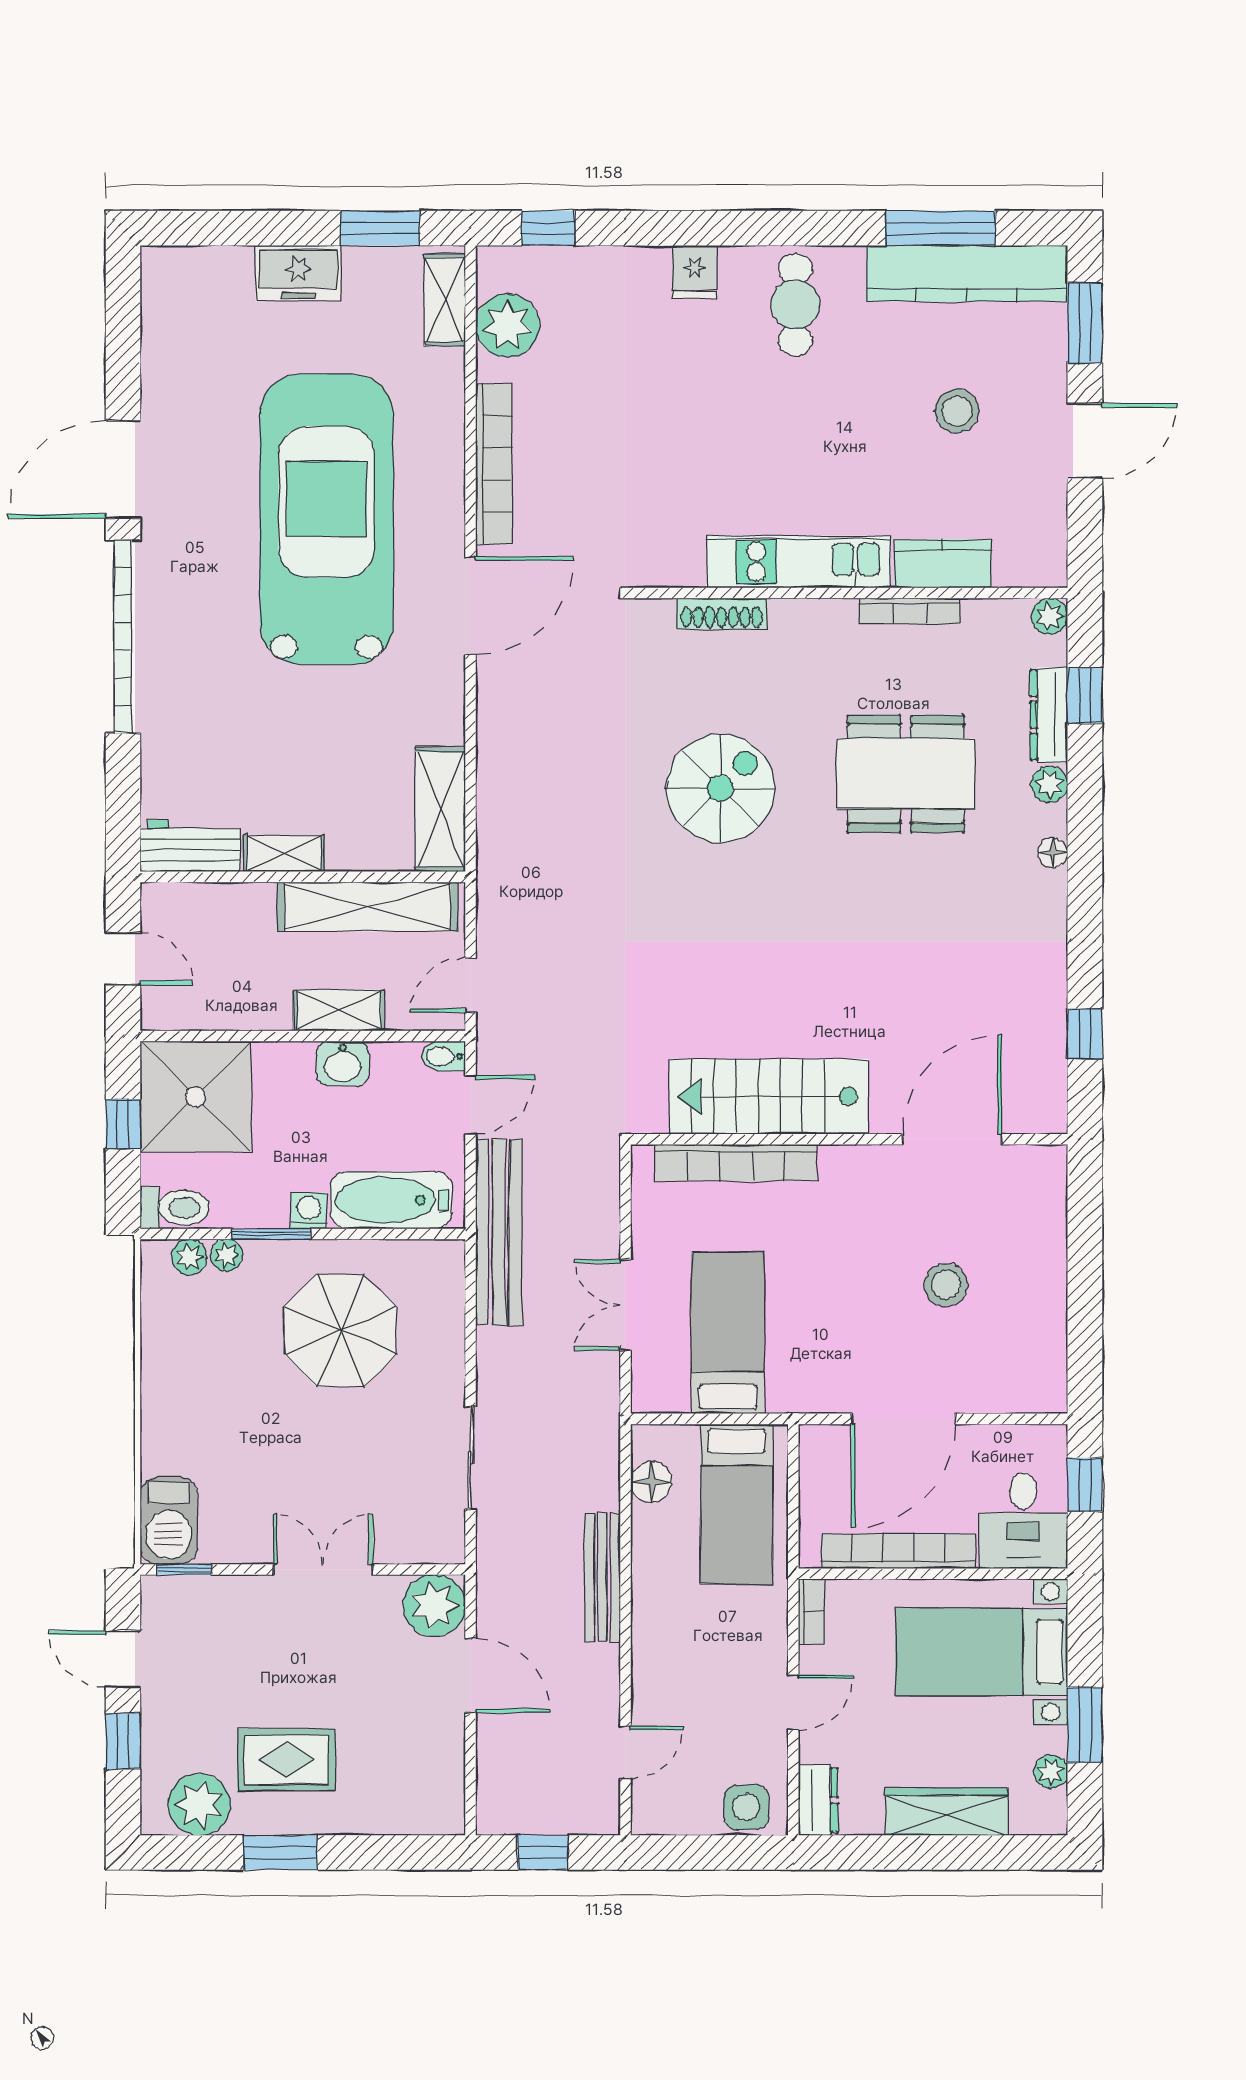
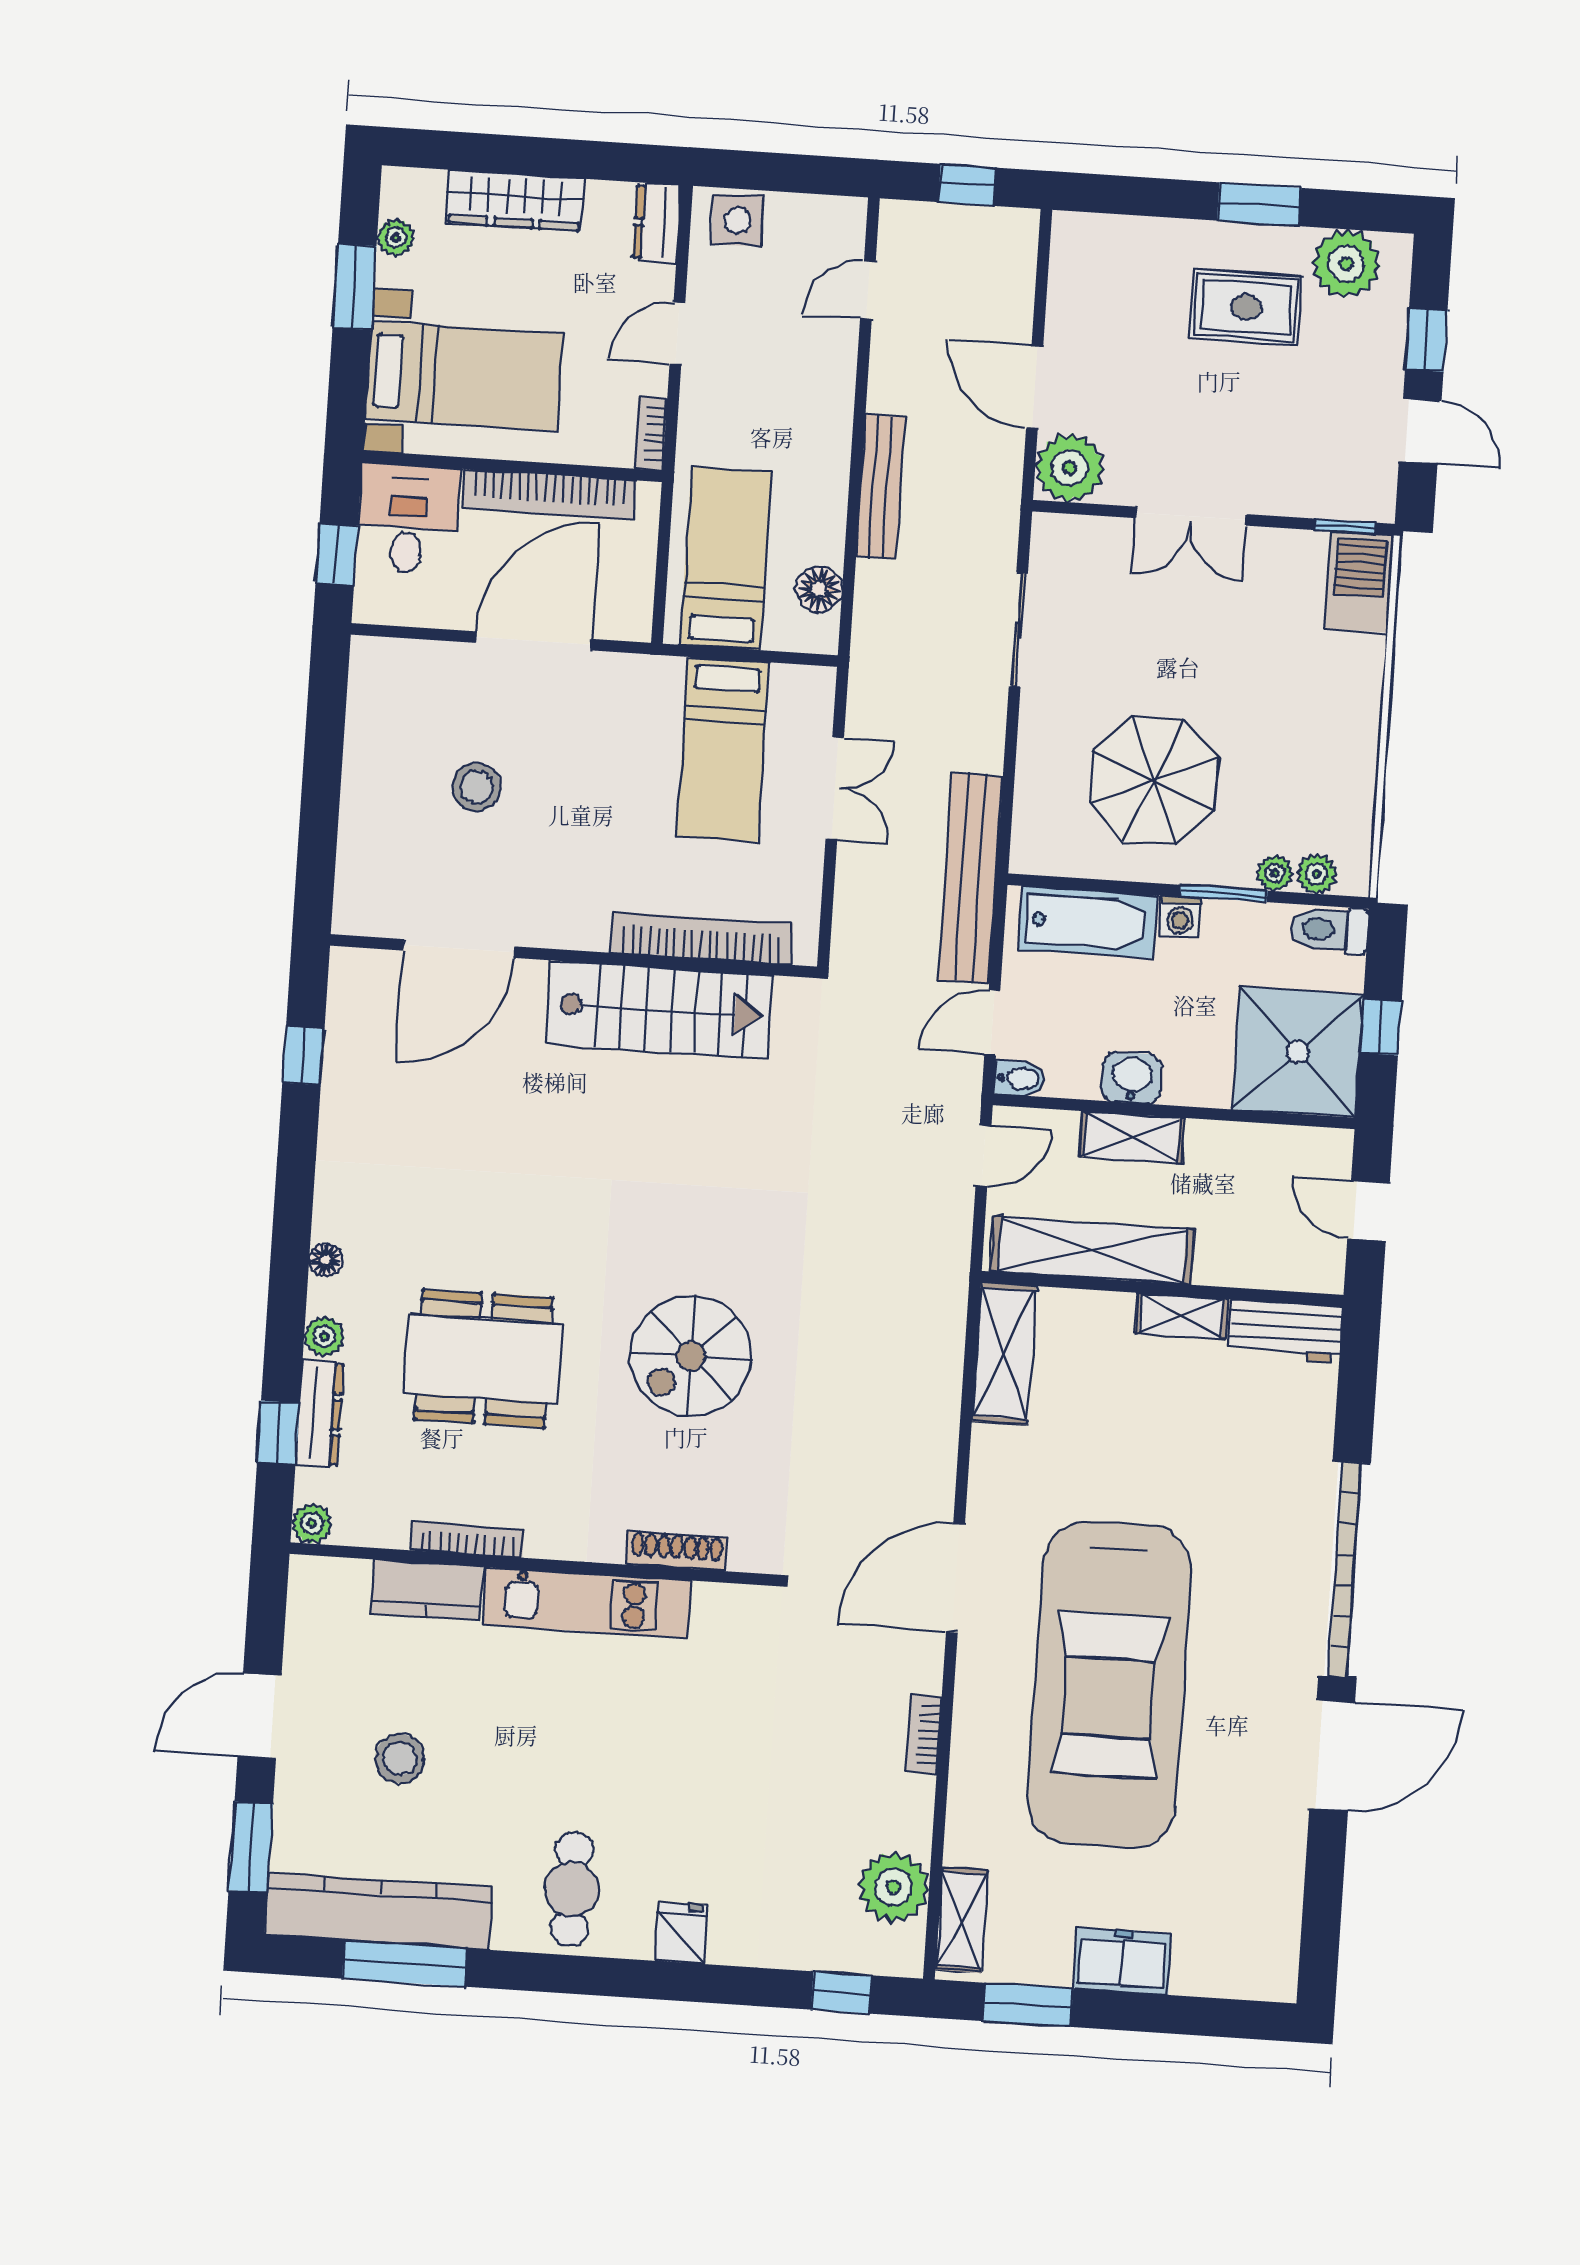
bookcase: (494, 464) -> (924, 1734), width x0.43, depth x0.76

